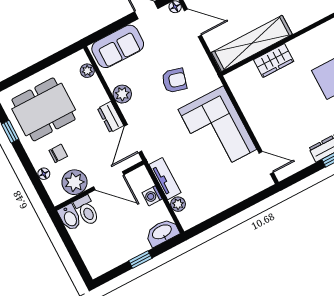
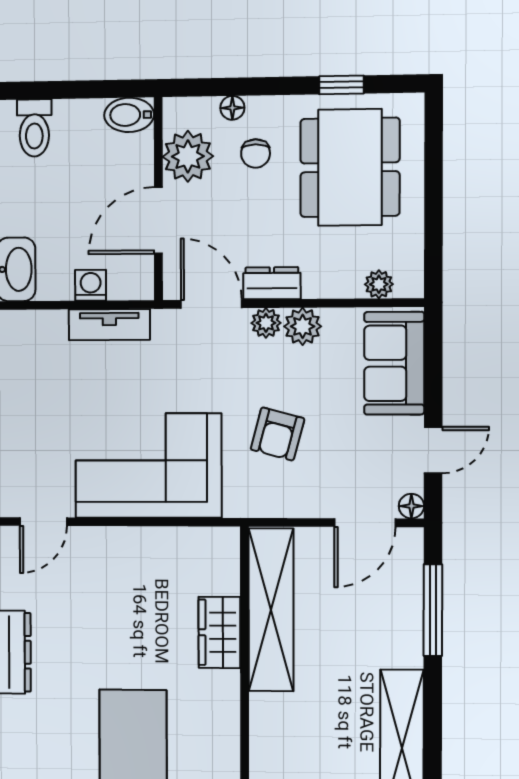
plant: (178, 204) -> (266, 323), moved
toilet: (87, 210) -> (34, 128), moved, turned -90

